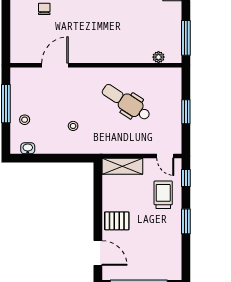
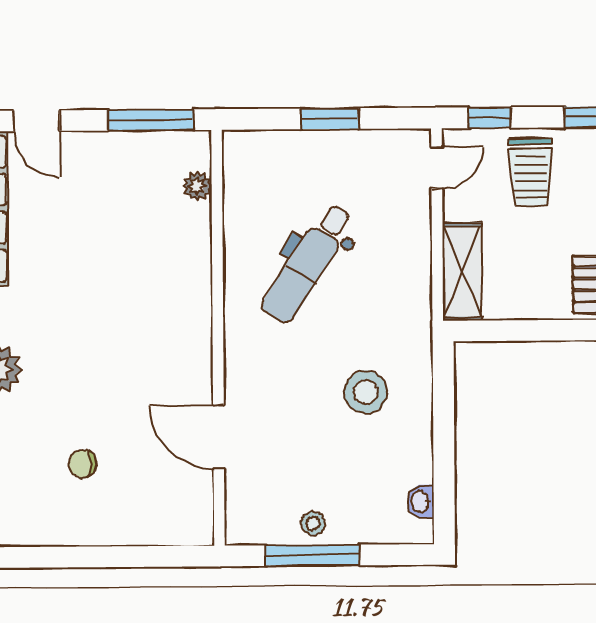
stool: (25, 120) -> (313, 523), moved
stool: (73, 126) -> (366, 392), width x1.89, depth x1.89
trolley: (163, 195) -> (531, 172), turned -90

